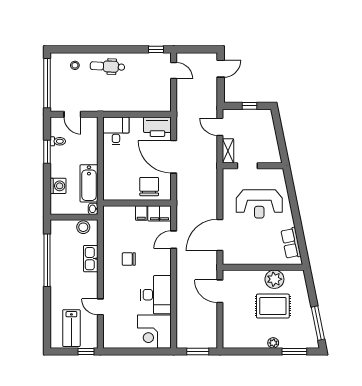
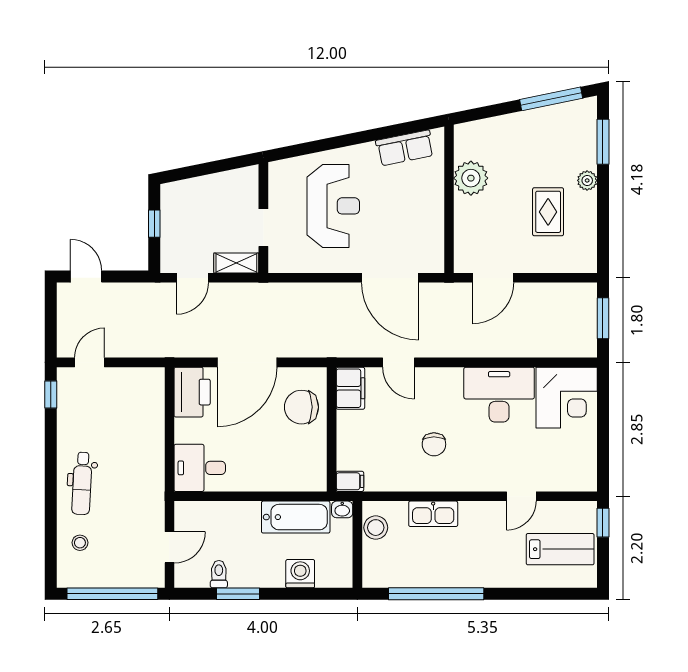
filing cabinet: (141, 213) -> (350, 481), moved
rug: (273, 306) -> (548, 212), moved, width x0.73, depth x0.70

